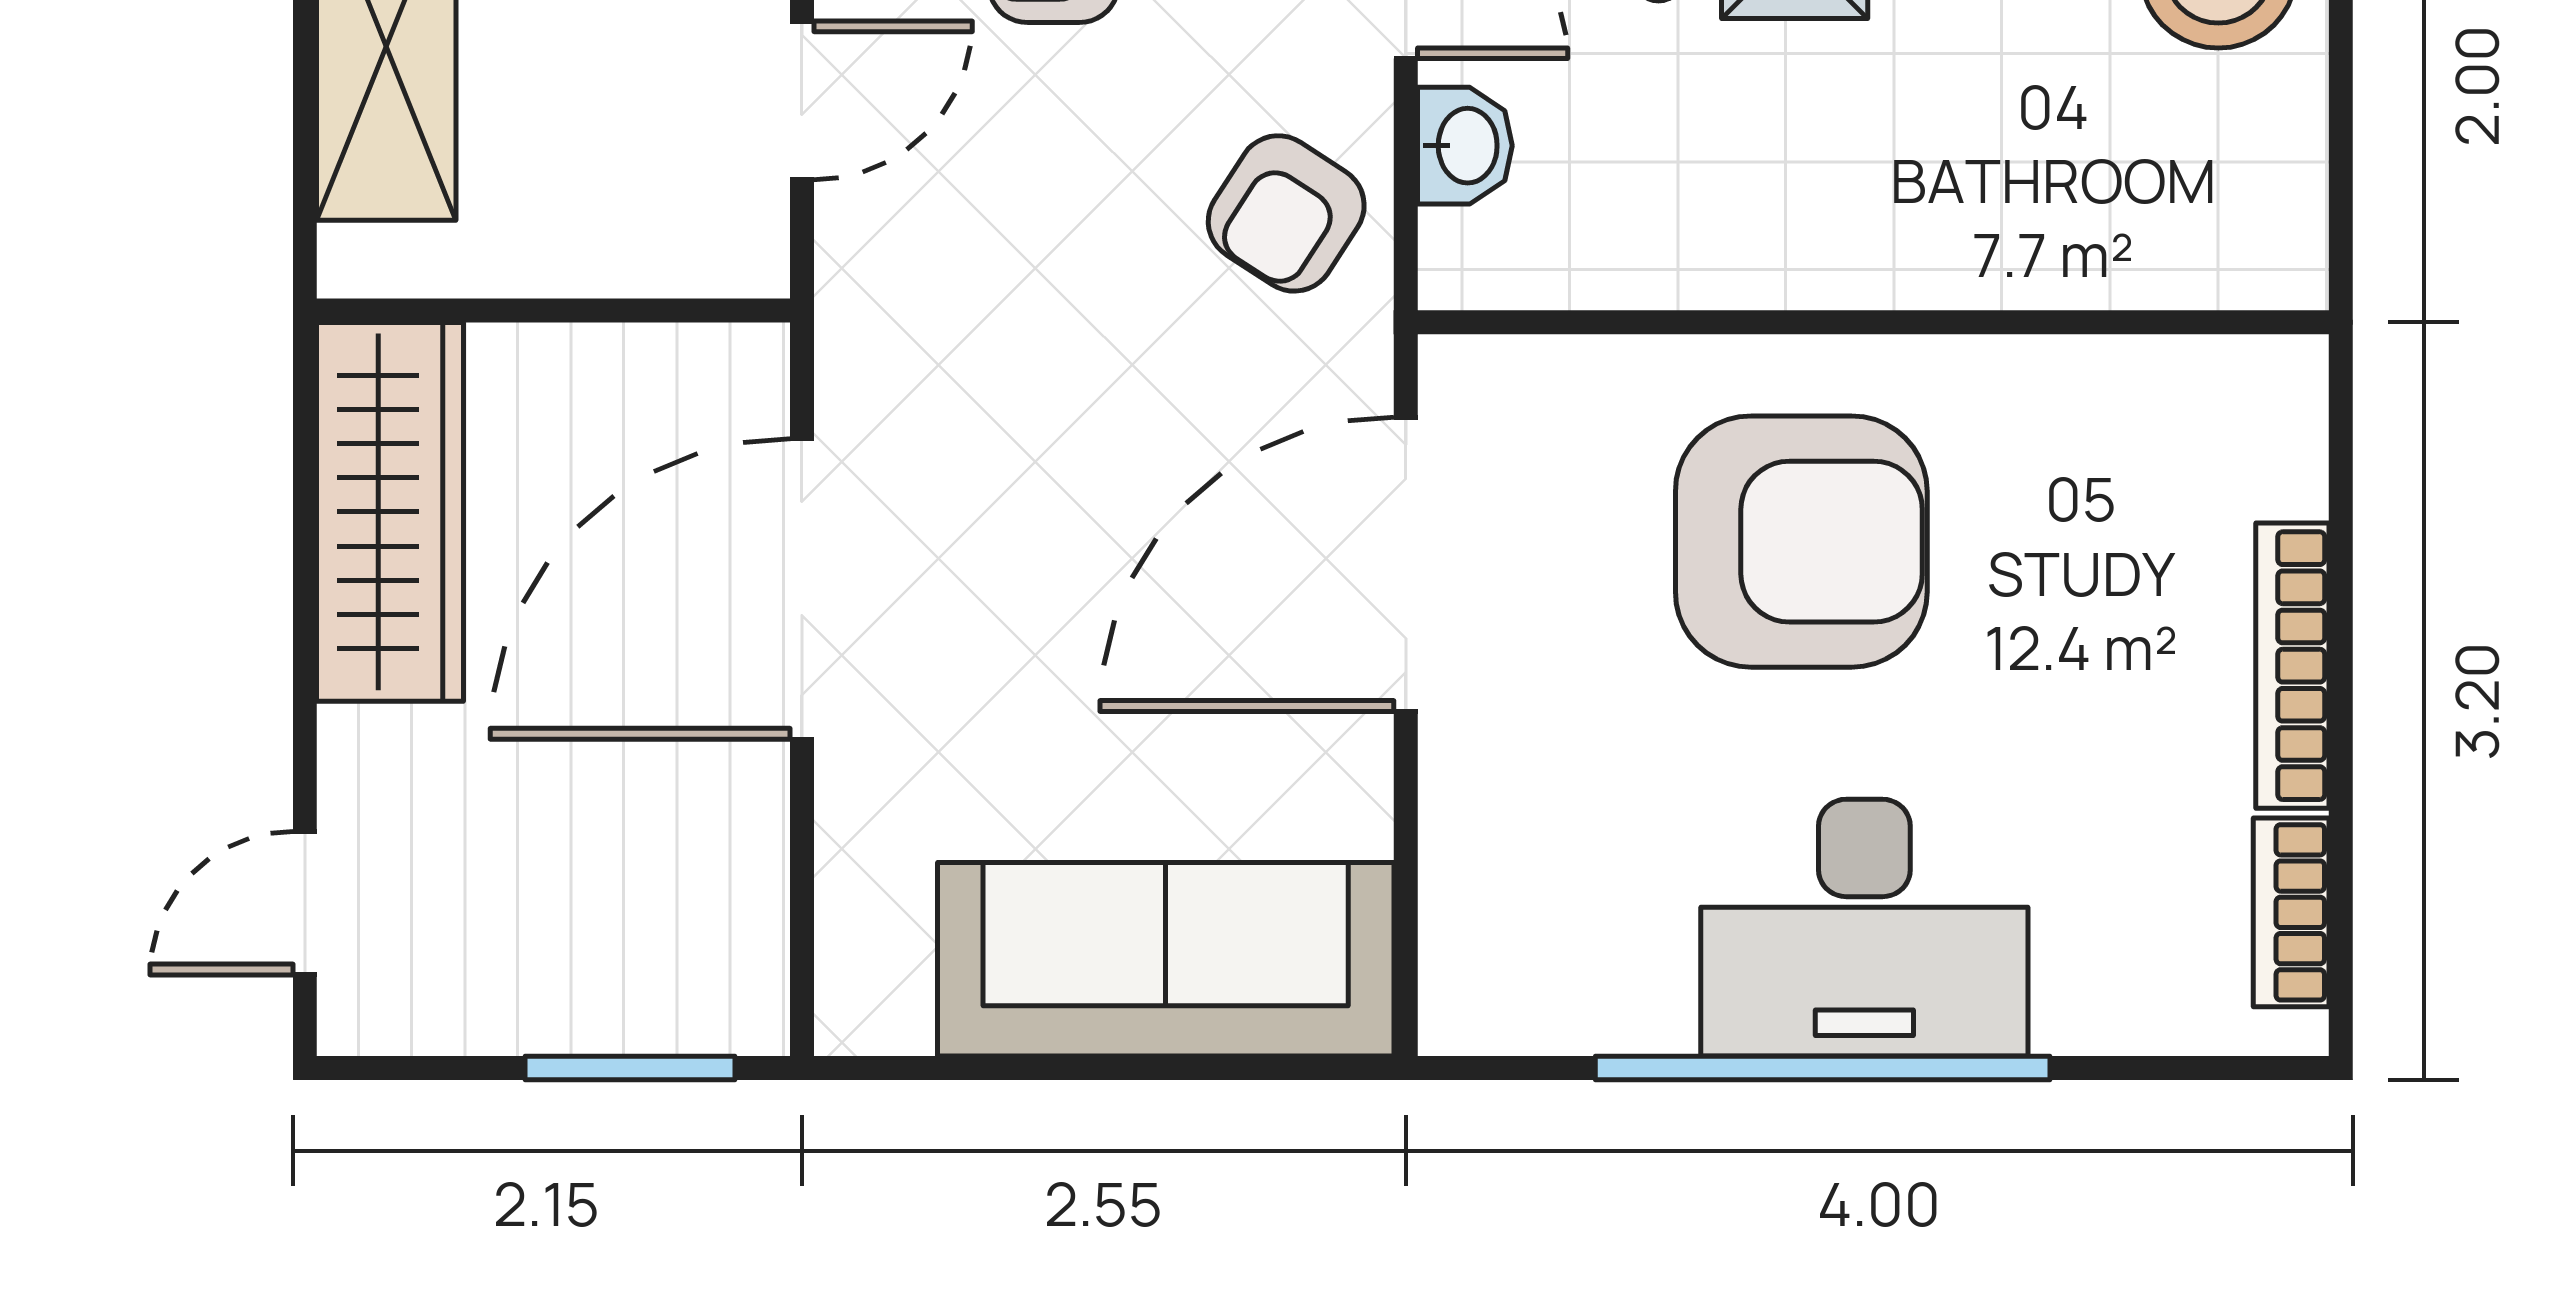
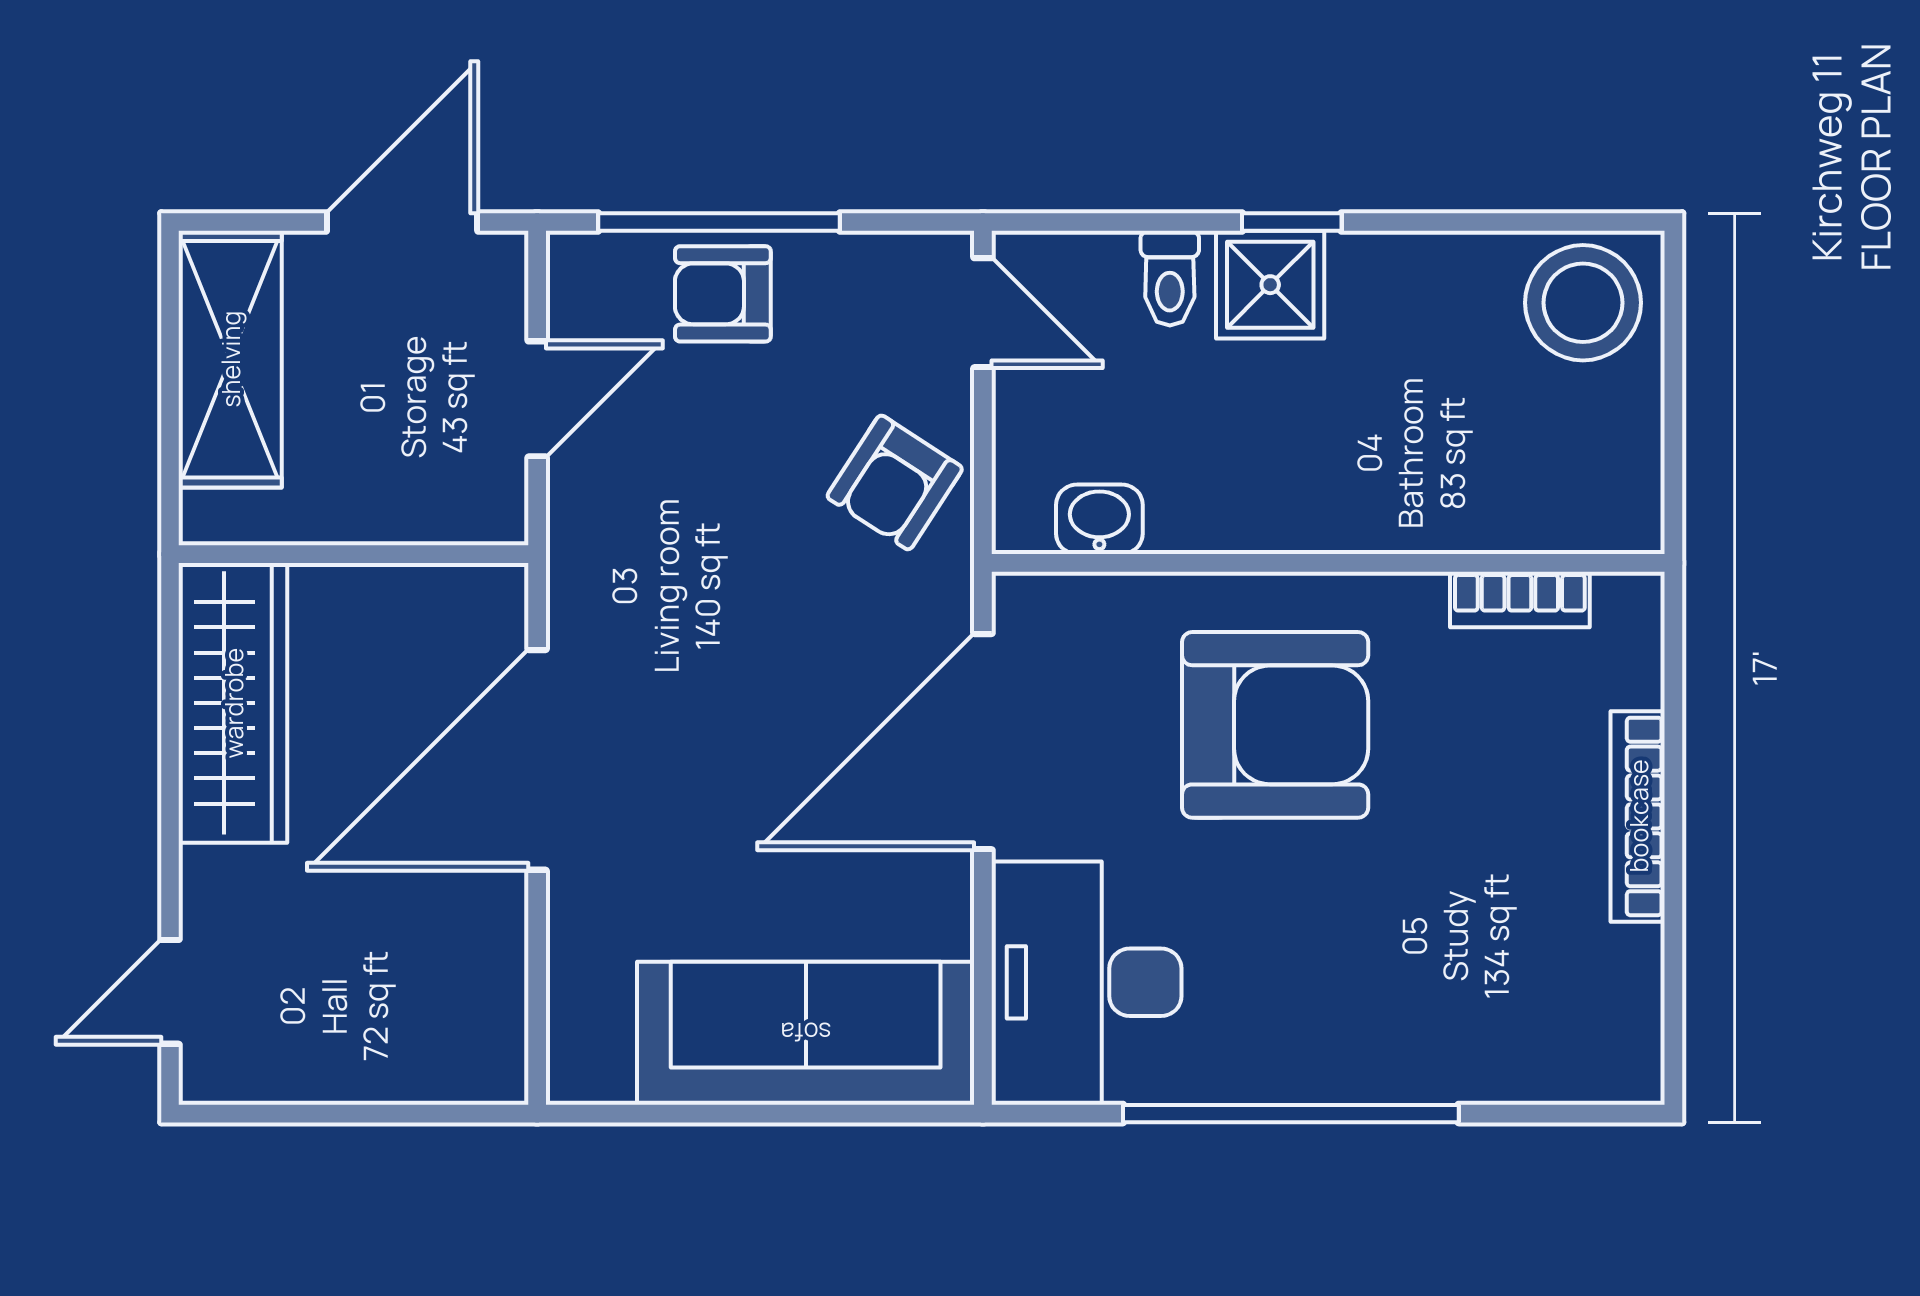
washbasin: (1465, 146) -> (1099, 519), moved, turned -90
bookcase: (2291, 912) -> (1520, 600), moved, turned -90
desk: (1864, 928) -> (1087, 982), moved, turned 90
window: (630, 1068) -> (410, 1114), removed

